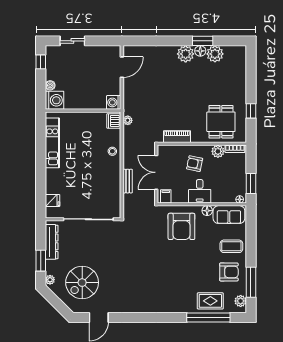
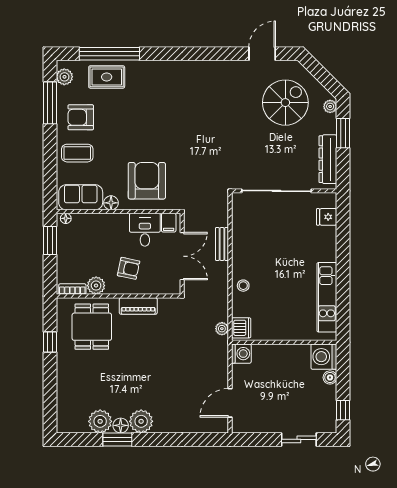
piano: (177, 137) -> (138, 306), moved
desk: (200, 191) -> (145, 230), moved

